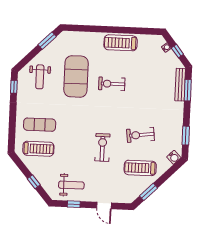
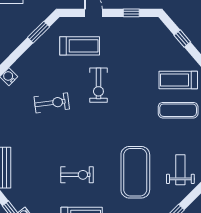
exercise bike: (112, 84) -> (77, 175), moved
treadmill: (140, 168) -> (80, 46), moved
weight bench: (71, 185) -> (135, 36), removed

